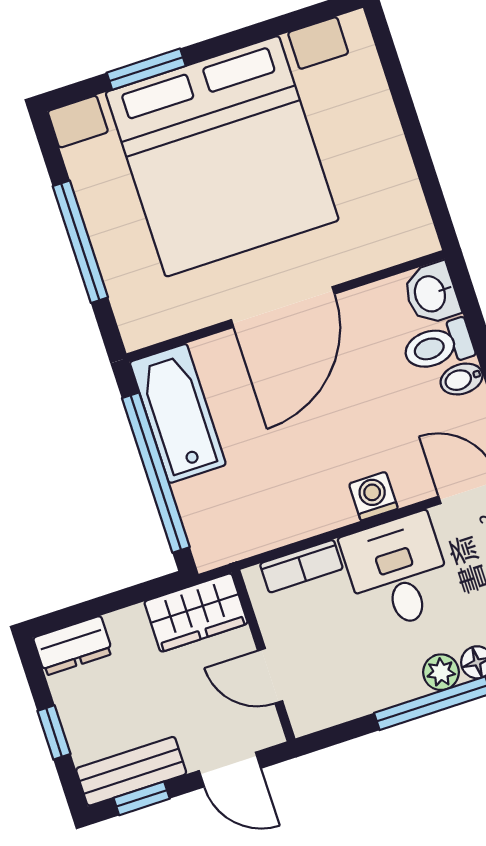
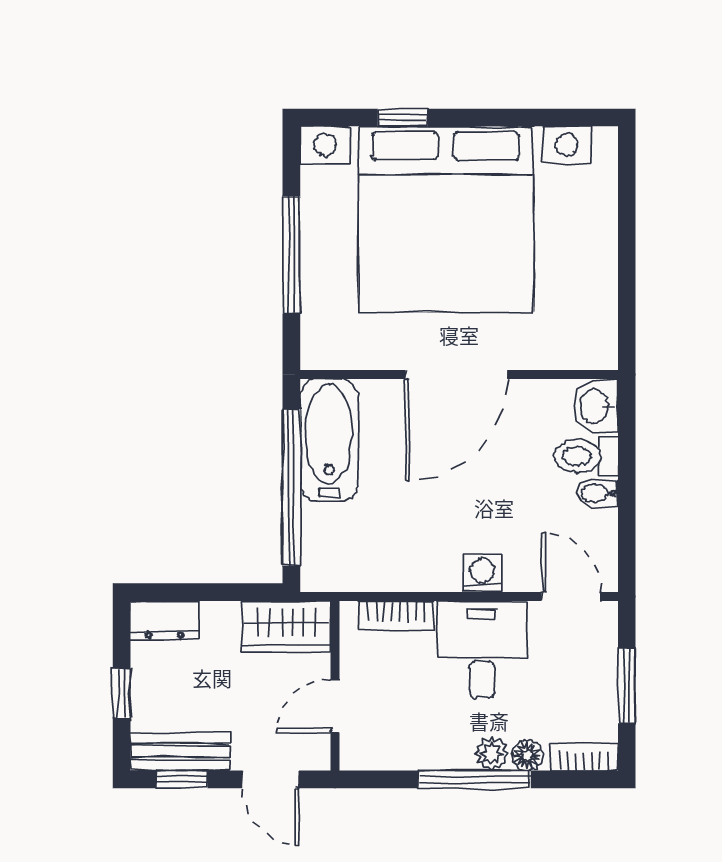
window: (146, 69) -> (403, 118), width x0.67
door: (270, 676) -> (335, 706), hinge flipped

